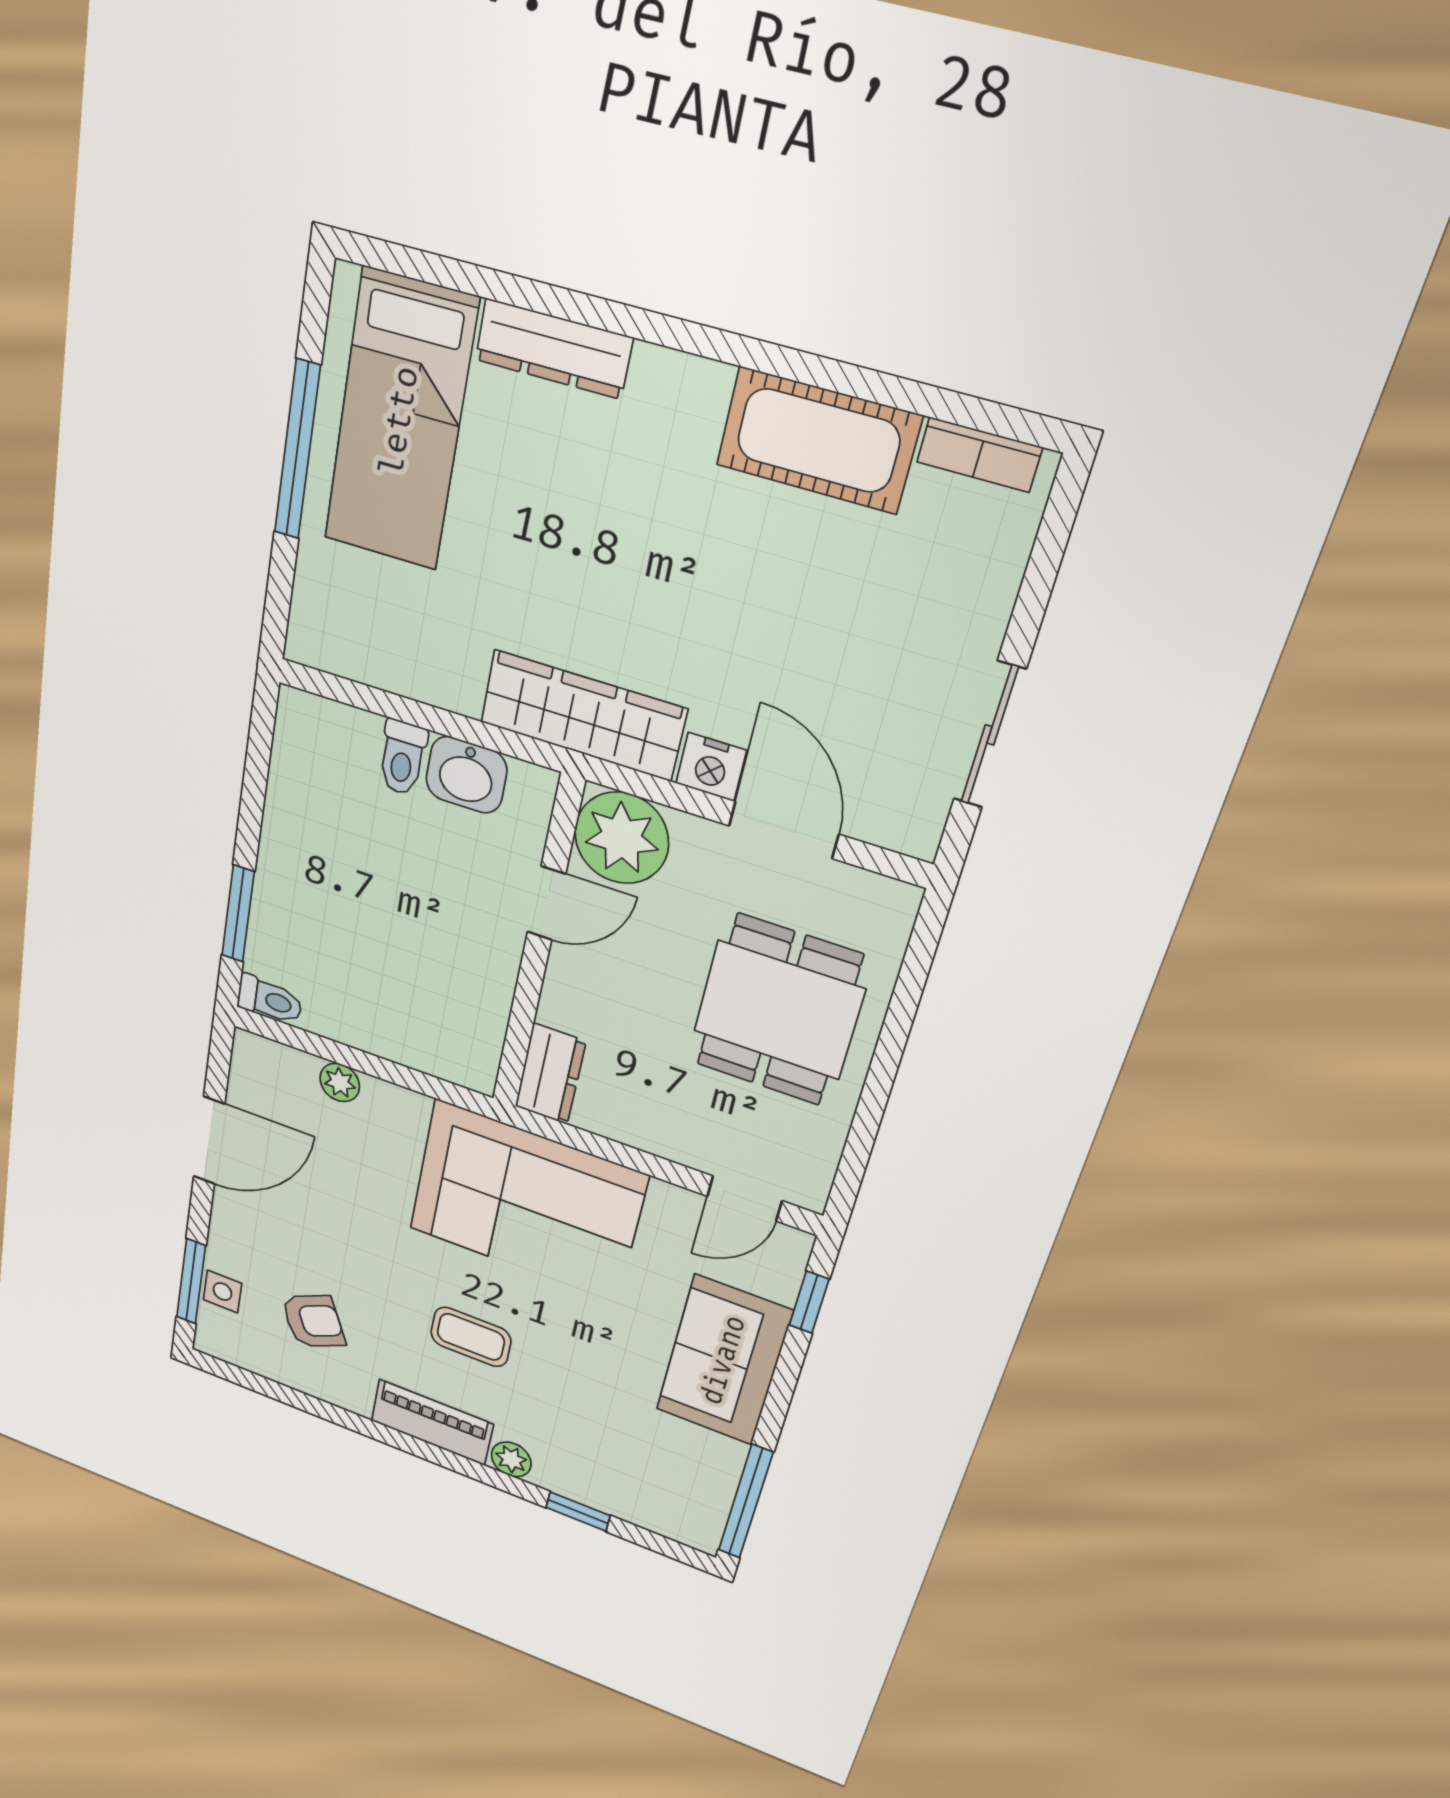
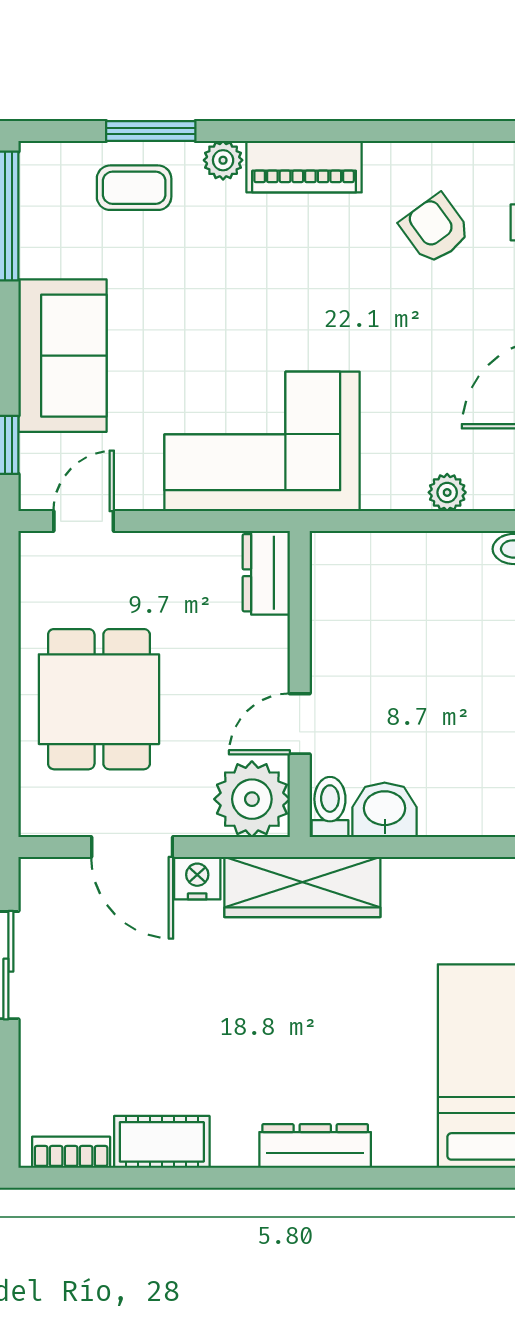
dresser: (553, 349) -> (315, 1146), moved
cot: (818, 440) -> (162, 1142), width x0.73, depth x0.75
toilet: (402, 758) -> (330, 807), moved
armchair: (313, 1321) -> (435, 229), turned 80
coffee table: (471, 1337) -> (134, 188), moved
window: (578, 1511) -> (151, 131), width x1.50

